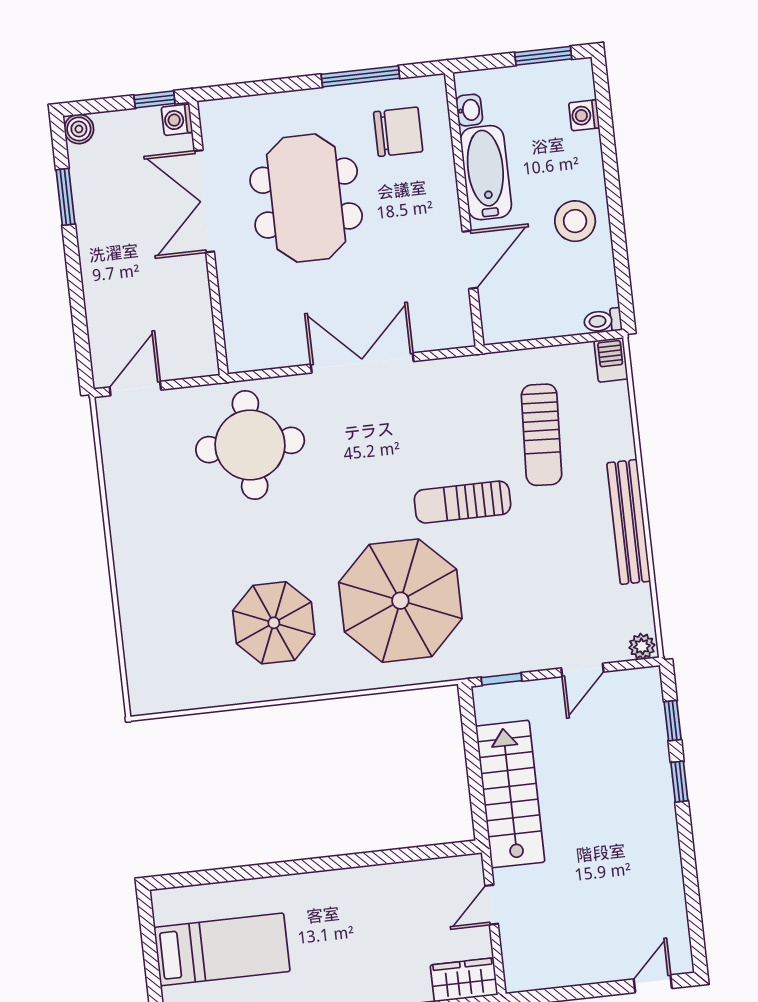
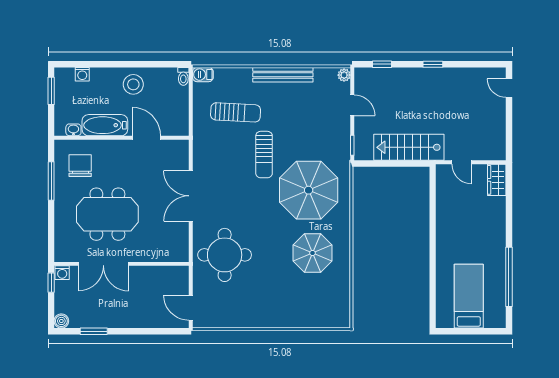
window: (679, 782) -> (433, 64), moved

